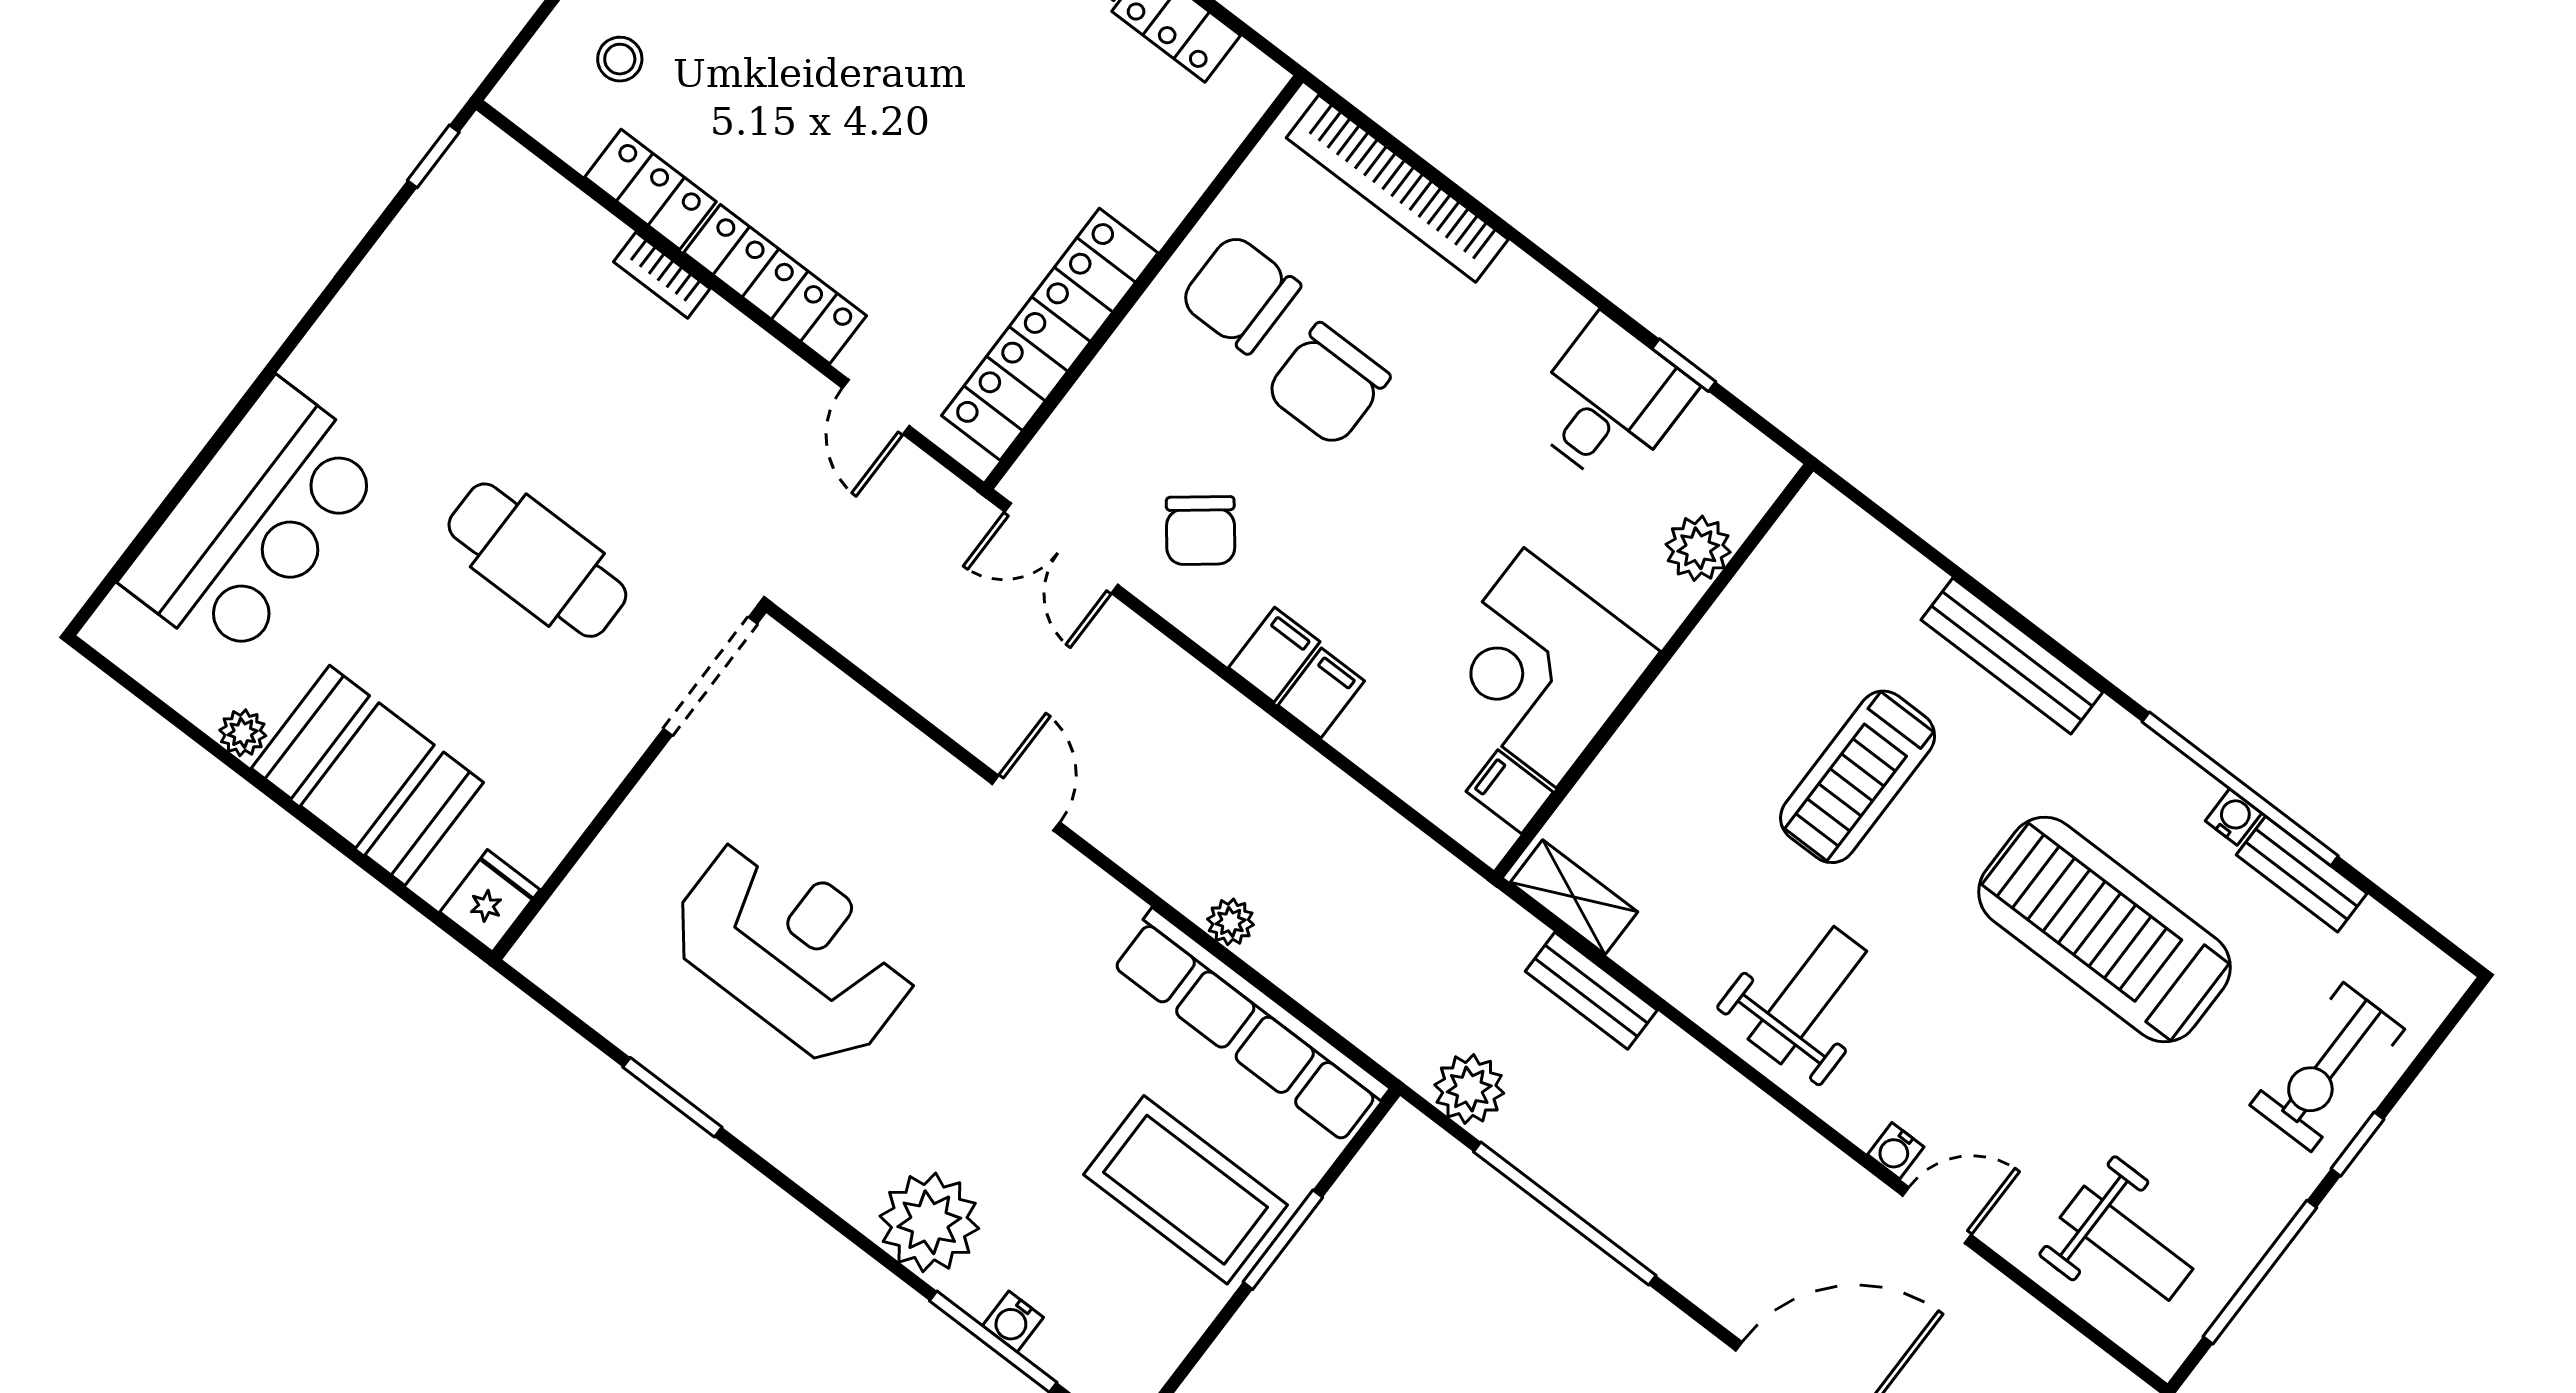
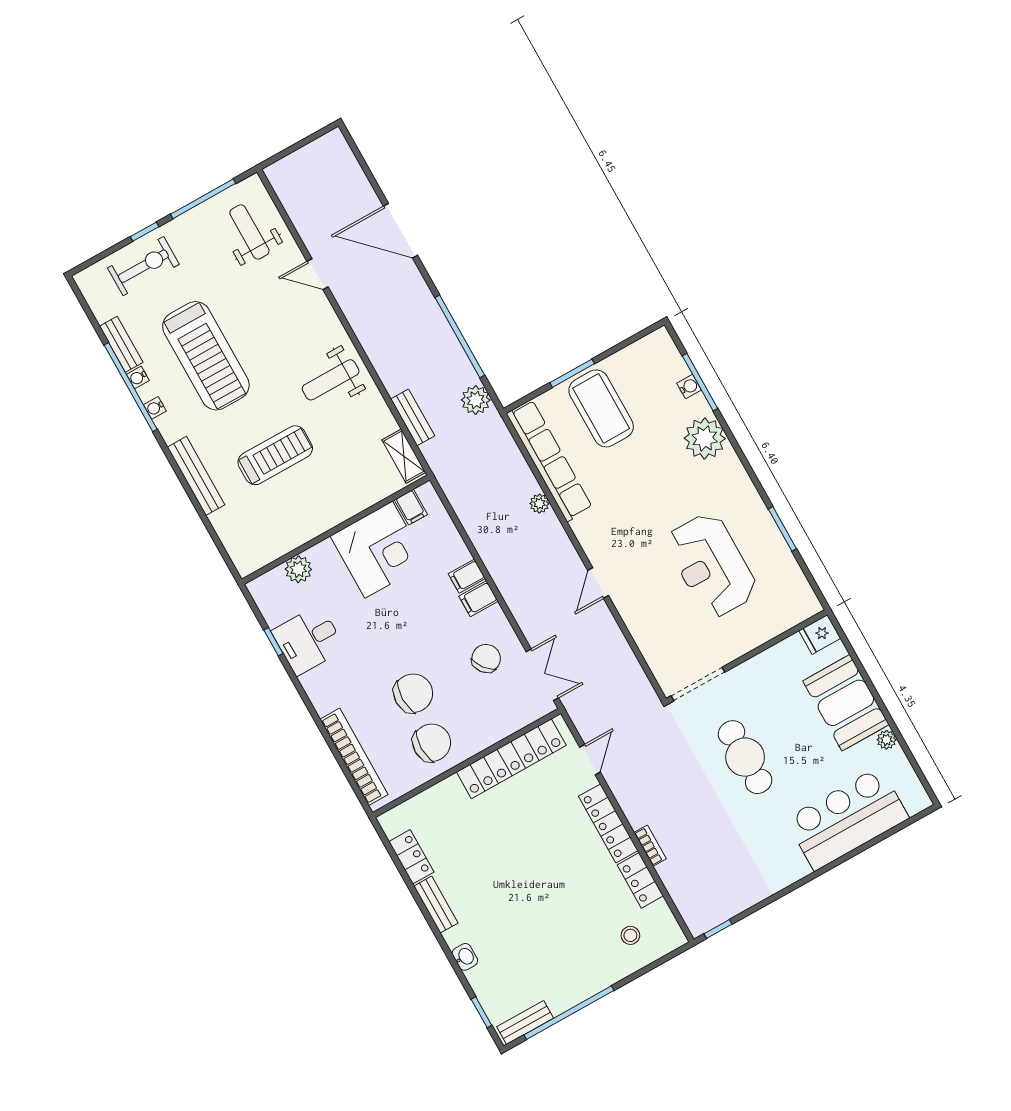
chair: (1240, 294) -> (432, 743), turned -90
water cooler: (1896, 1151) -> (155, 408), moved, turned 180

